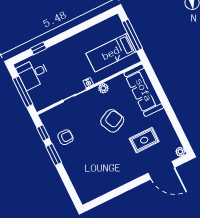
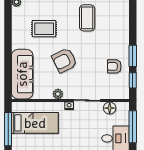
floor lamp: (51, 98) -> (110, 108), added
coffee table: (111, 168) -> (87, 18), added

